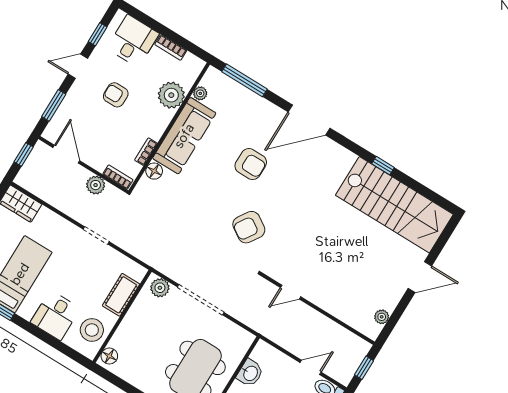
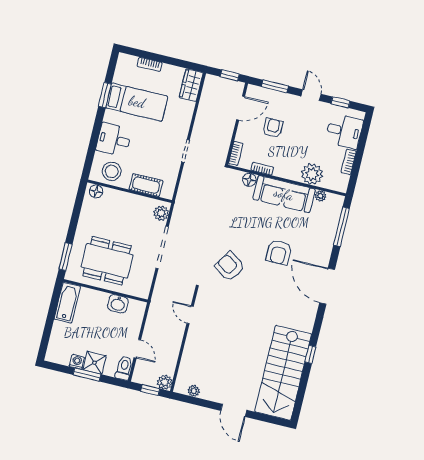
armchair: (116, 95) -> (273, 128), moved
plant: (96, 185) -> (165, 382), moved

